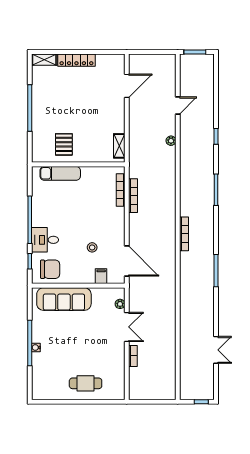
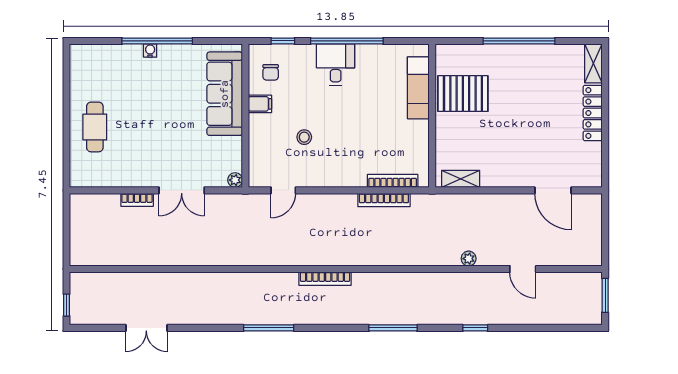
pallet: (64, 144) -> (463, 94), width x1.50, depth x1.42
desk: (45, 240) -> (336, 65), moved
door: (127, 261) -> (283, 190), width x0.53
chair: (50, 269) -> (271, 72), width x0.54, depth x0.54
filing cabinet: (101, 276) -> (260, 104), moved
plant: (120, 304) -> (235, 180), moved

